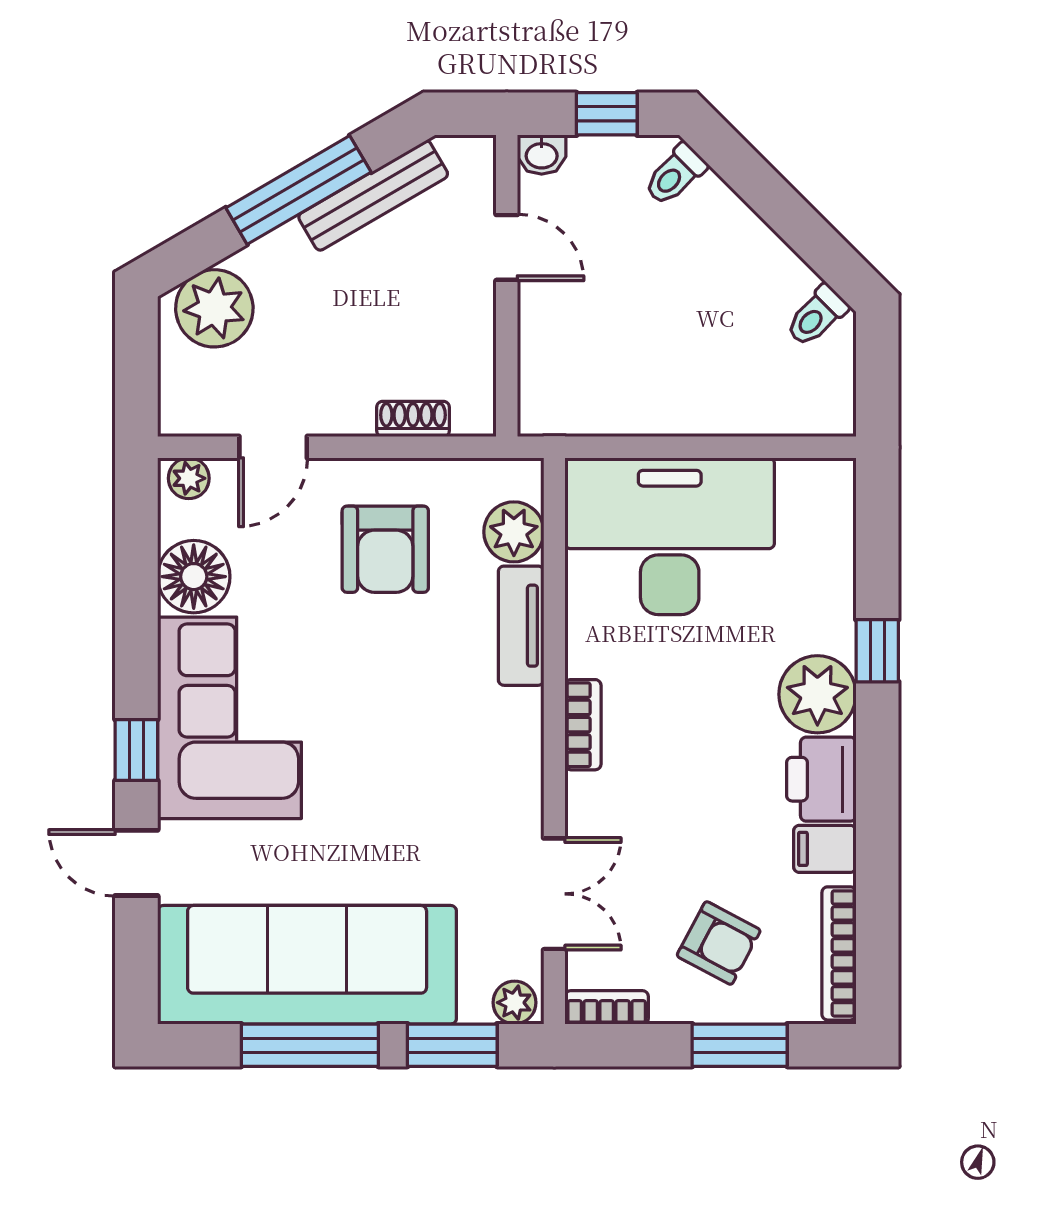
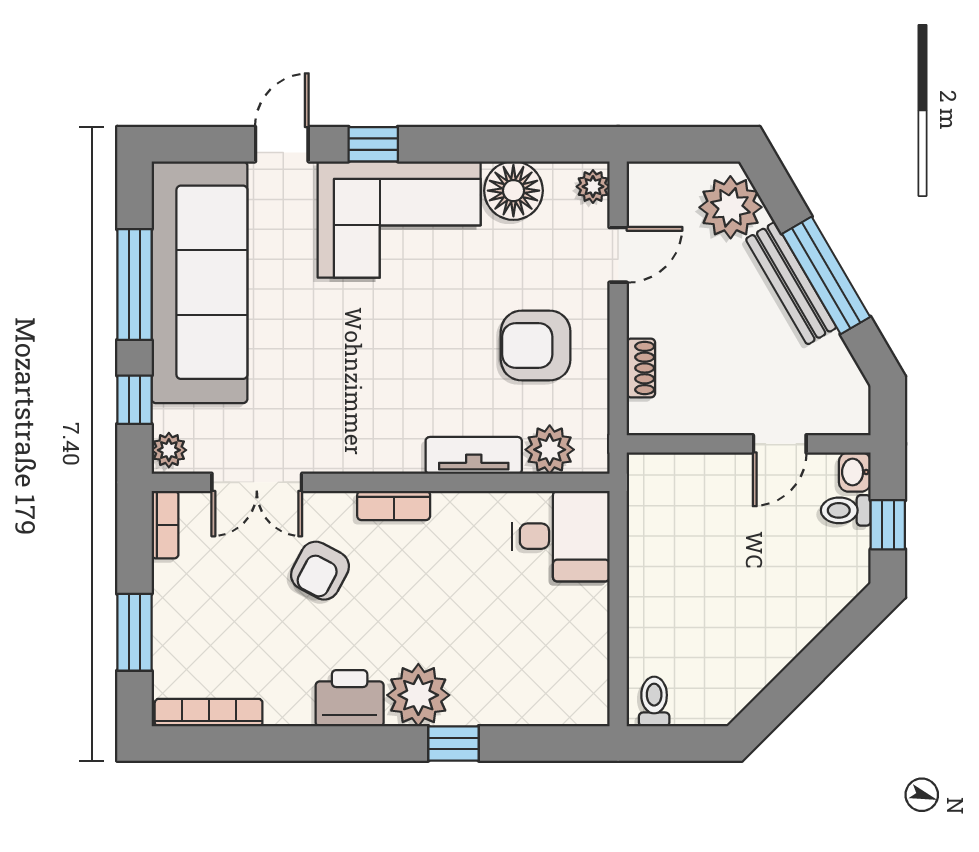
toilet: (675, 175) -> (846, 510), moved, turned -45
bench: (373, 196) -> (791, 283), moved
toilet: (817, 316) -> (654, 702), moved, turned 45
door: (273, 447) -> (618, 255), swing flipped
desk: (670, 536) -> (561, 536), width x0.53, depth x0.77
filing cabinet: (825, 849) -> (293, 701), removed
armchair: (719, 943) -> (320, 571), moved
window: (452, 1045) -> (134, 400), width x0.67

